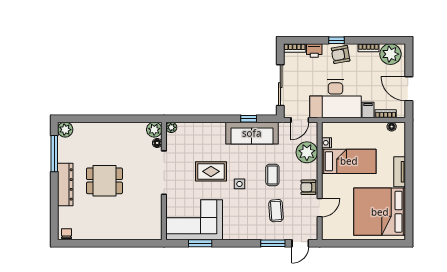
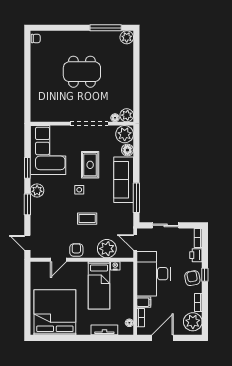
sliding door: (280, 85) -> (166, 225), width x0.73
window: (249, 119) -> (136, 198), width x2.17
plant: (171, 127) -> (125, 134), width x1.88, depth x1.88
floor lamp: (194, 129) -> (127, 150), added
sofa: (252, 133) -> (124, 180), moved
tv unit: (400, 172) -> (104, 330), moved
dining table: (104, 181) -> (82, 72), width x1.38
dresser: (65, 184) -> (79, 37), removed
door: (320, 208) -> (58, 260), hinge flipped
coffee table: (276, 211) -> (56, 222), removed
plant: (240, 232) -> (37, 190), added
window: (200, 243) -> (27, 168), moved
window: (273, 243) -> (27, 204), moved

